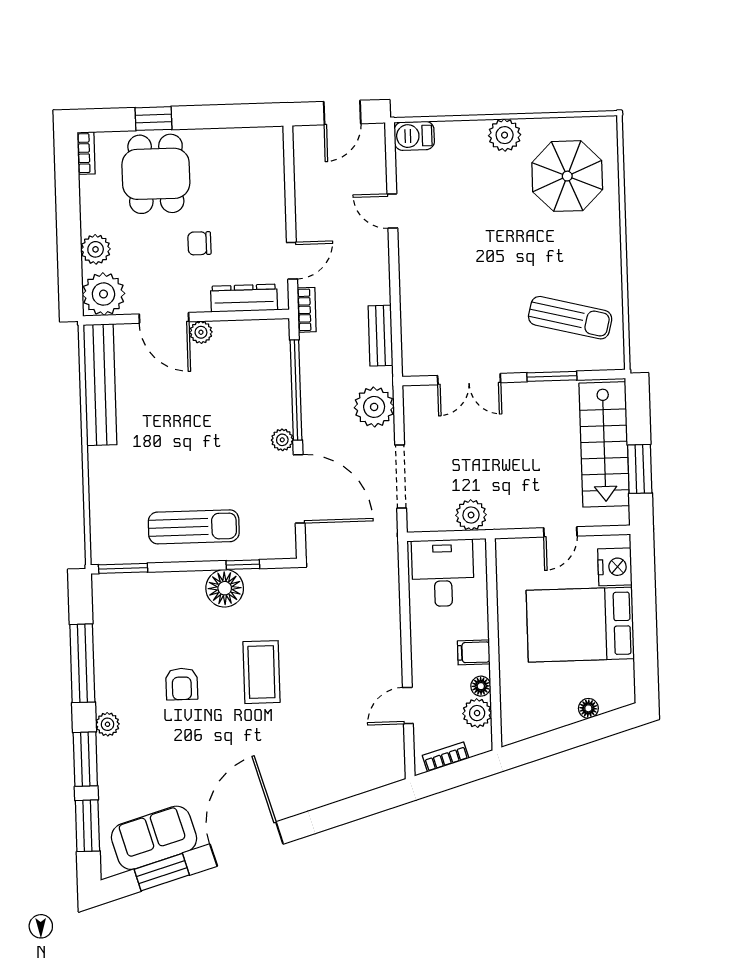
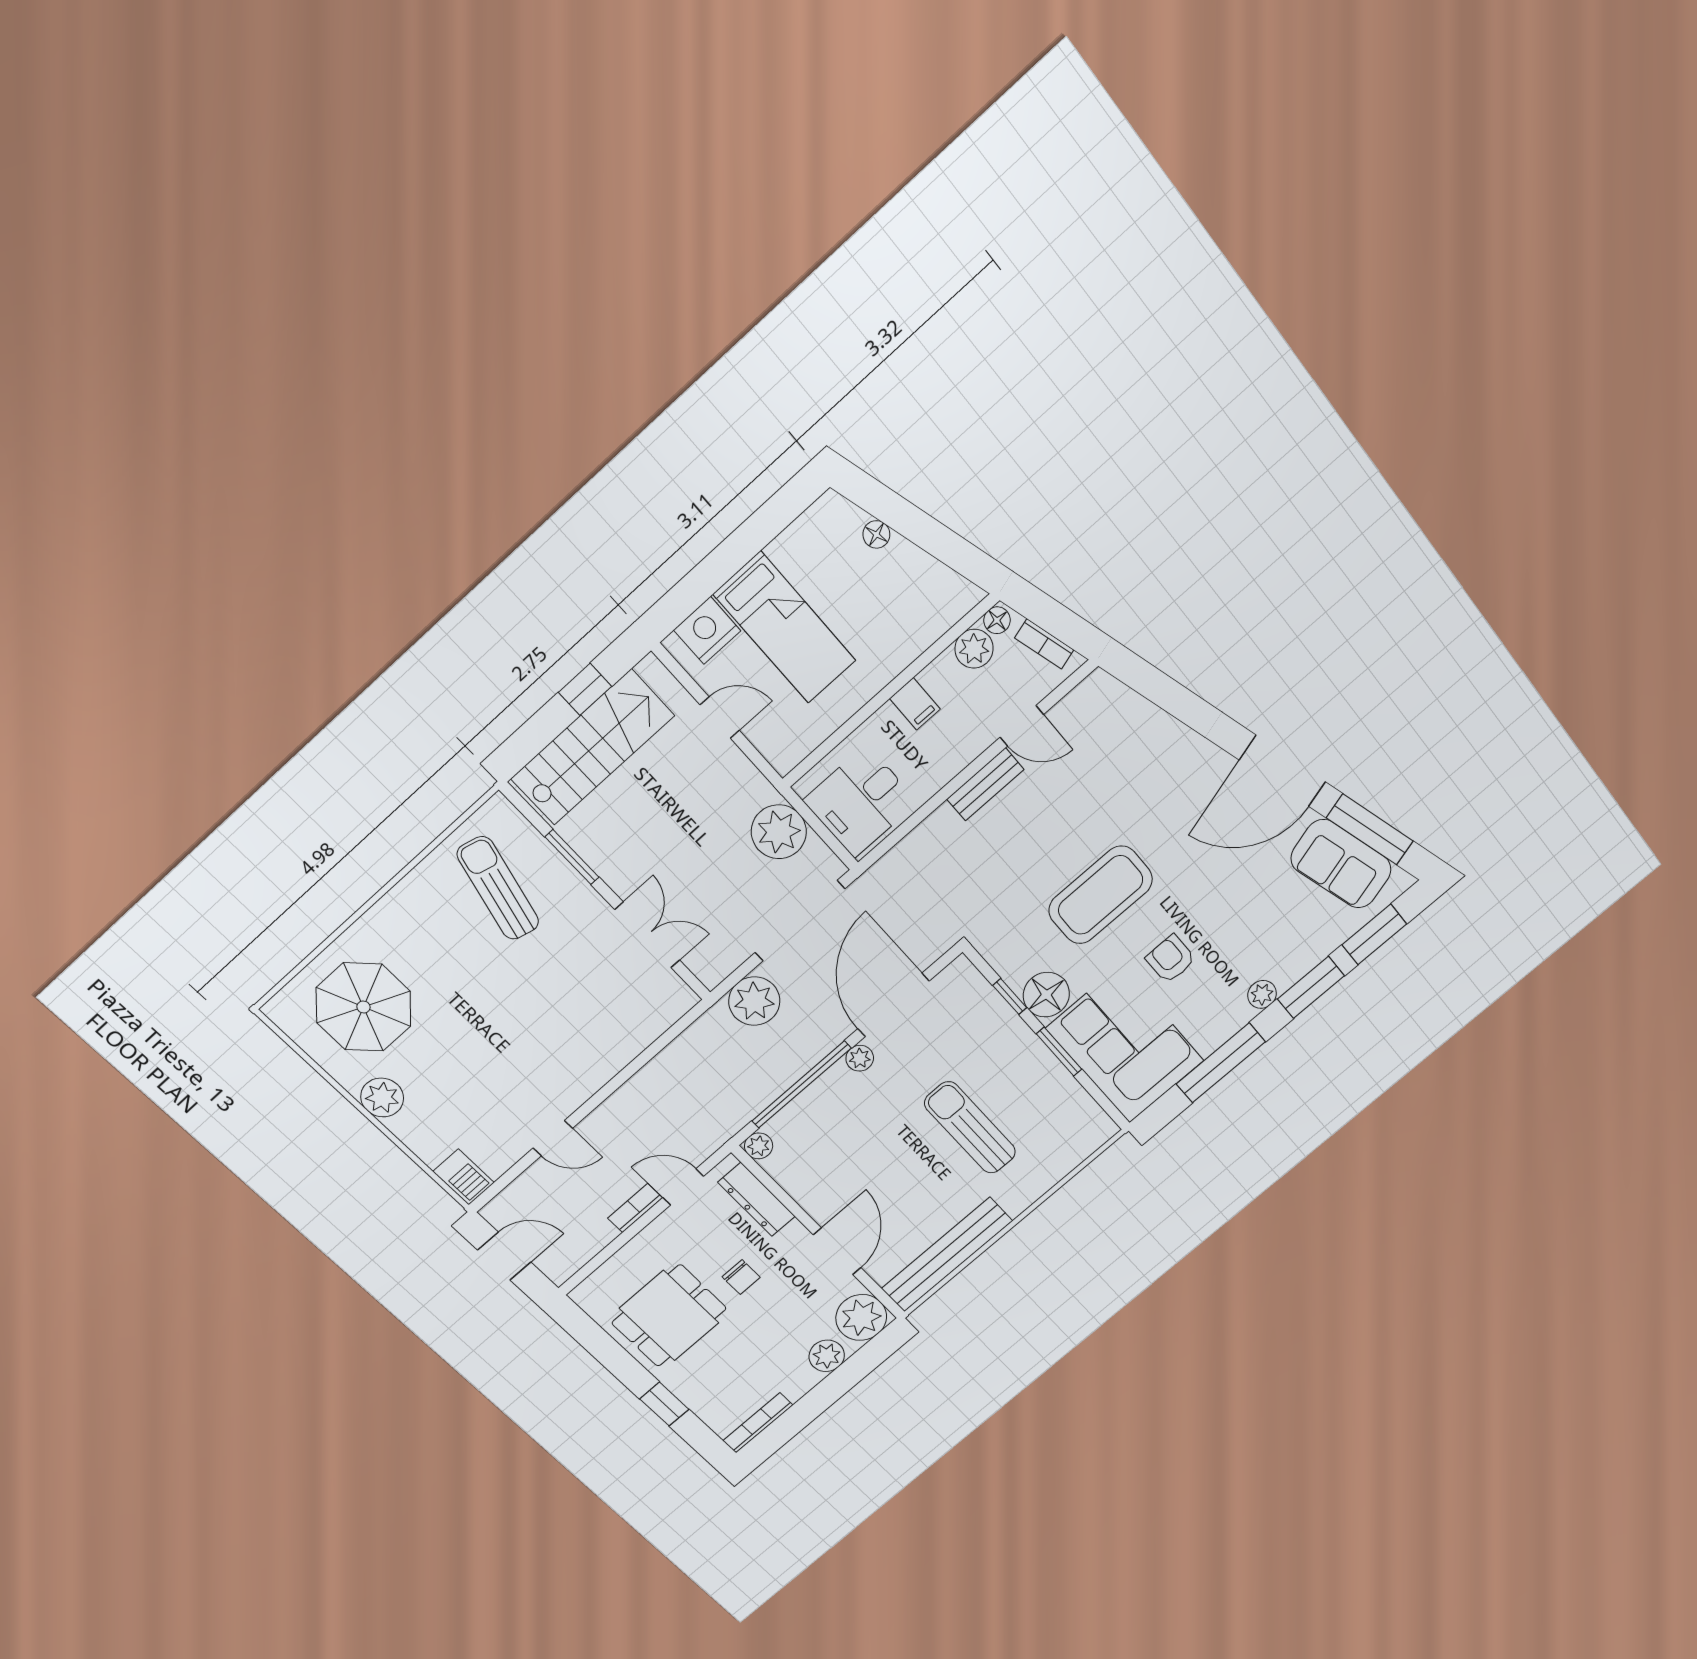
bookcase: (86, 153) -> (758, 1423), width x1.56
dining table: (156, 174) -> (669, 1316), moved
door: (392, 211) -> (553, 1138), hinge flipped
bookcase: (307, 310) -> (635, 1208), moved
plant: (201, 332) -> (759, 1146), moved
bench: (380, 336) -> (985, 784), moved
window: (640, 469) -> (585, 689), width x0.67
doorway: (401, 477) -> (800, 921), width x1.36
plant: (471, 515) -> (779, 832), width x1.36, depth x1.36
sun lounger: (194, 527) -> (970, 1128), moved
window: (123, 568) -> (1059, 1052), moved
corner sofa: (148, 612) -> (1125, 1044), added
bed: (580, 625) -> (785, 628), width x0.67
coffee table: (261, 672) -> (1101, 895), width x1.36, depth x1.32
armchair: (182, 684) -> (1171, 959), turned -90
floor lamp: (481, 686) -> (997, 620), moved
window: (162, 872) -> (1370, 829), width x1.44

